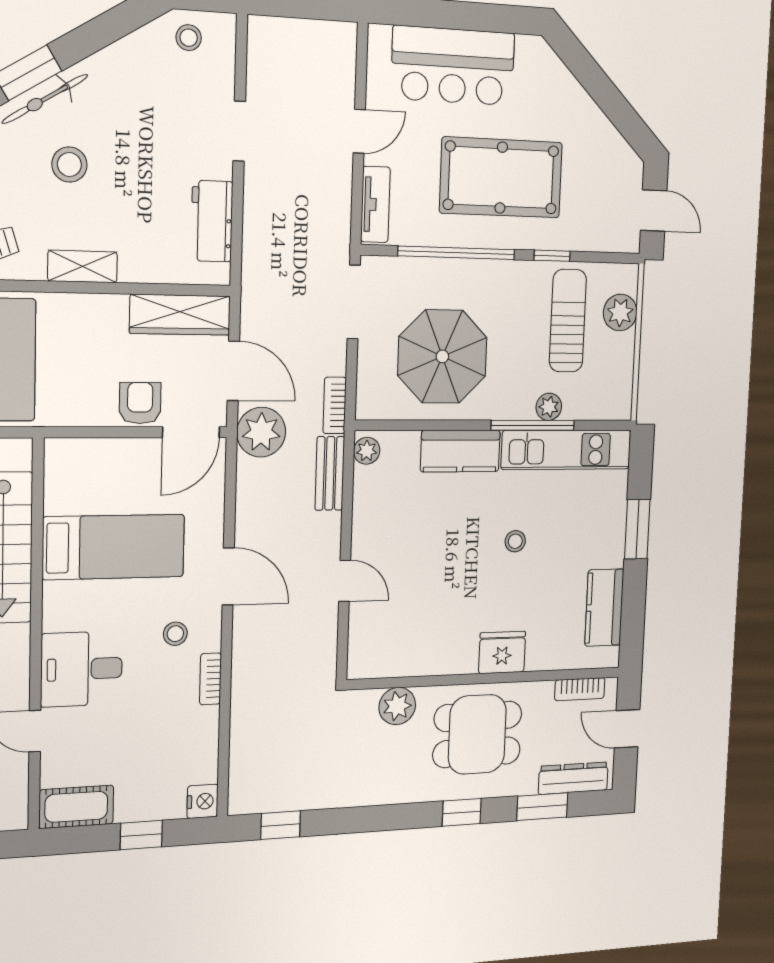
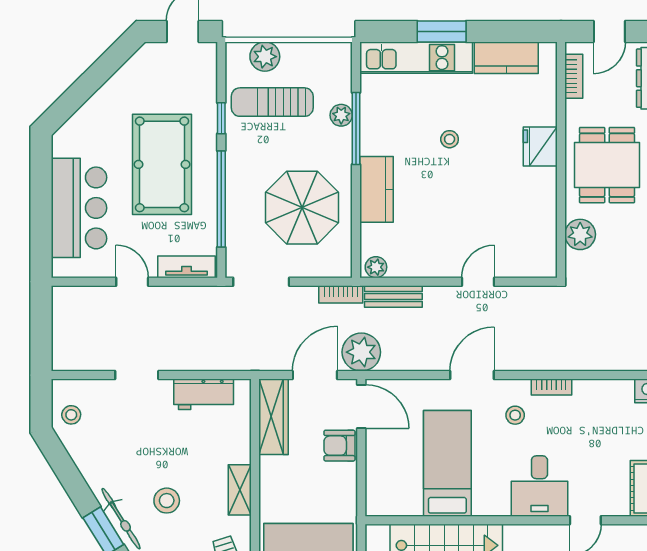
kitchen unit: (566, 450) -> (416, 58), moved, turned 90

